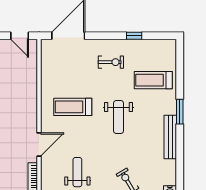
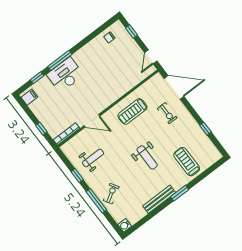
exercise bike: (111, 62) -> (167, 113), moved
treadmill: (73, 107) -> (132, 111), moved, turned -90
weight bench: (119, 117) -> (147, 157), turned -90

